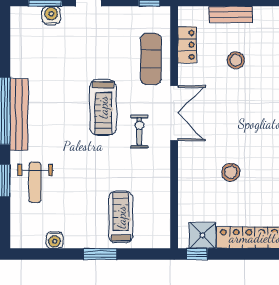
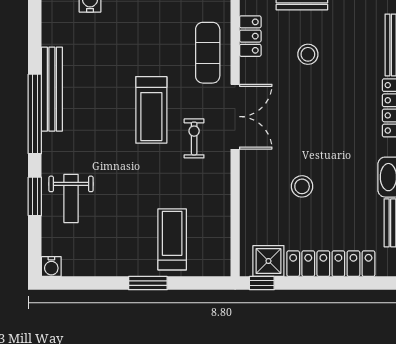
bench: (19, 115) -> (52, 89), moved
water cooler: (55, 240) -> (51, 267), moved

